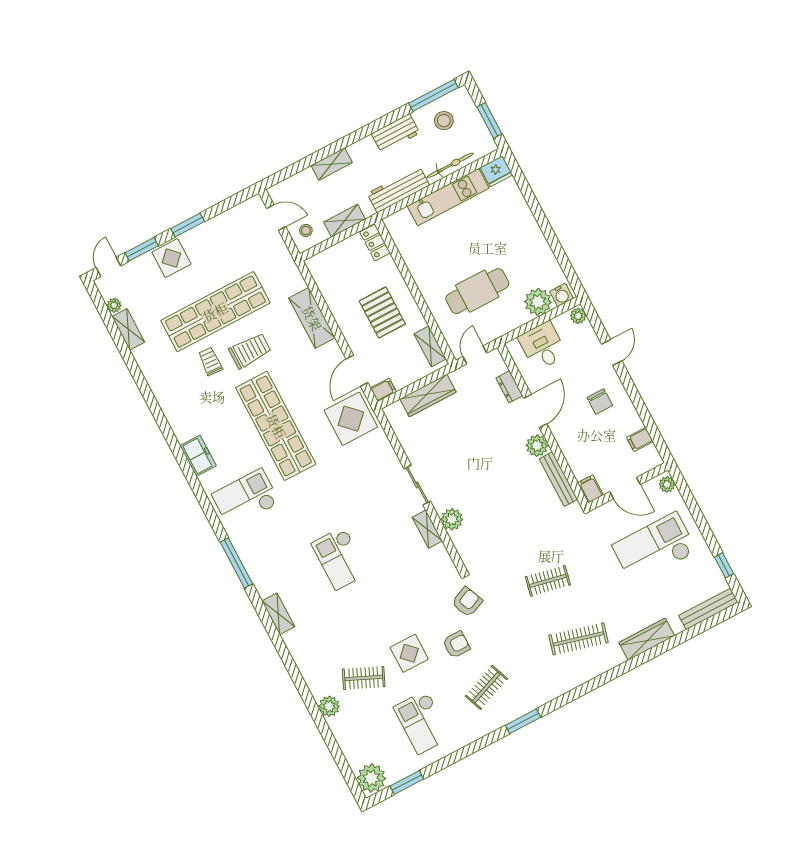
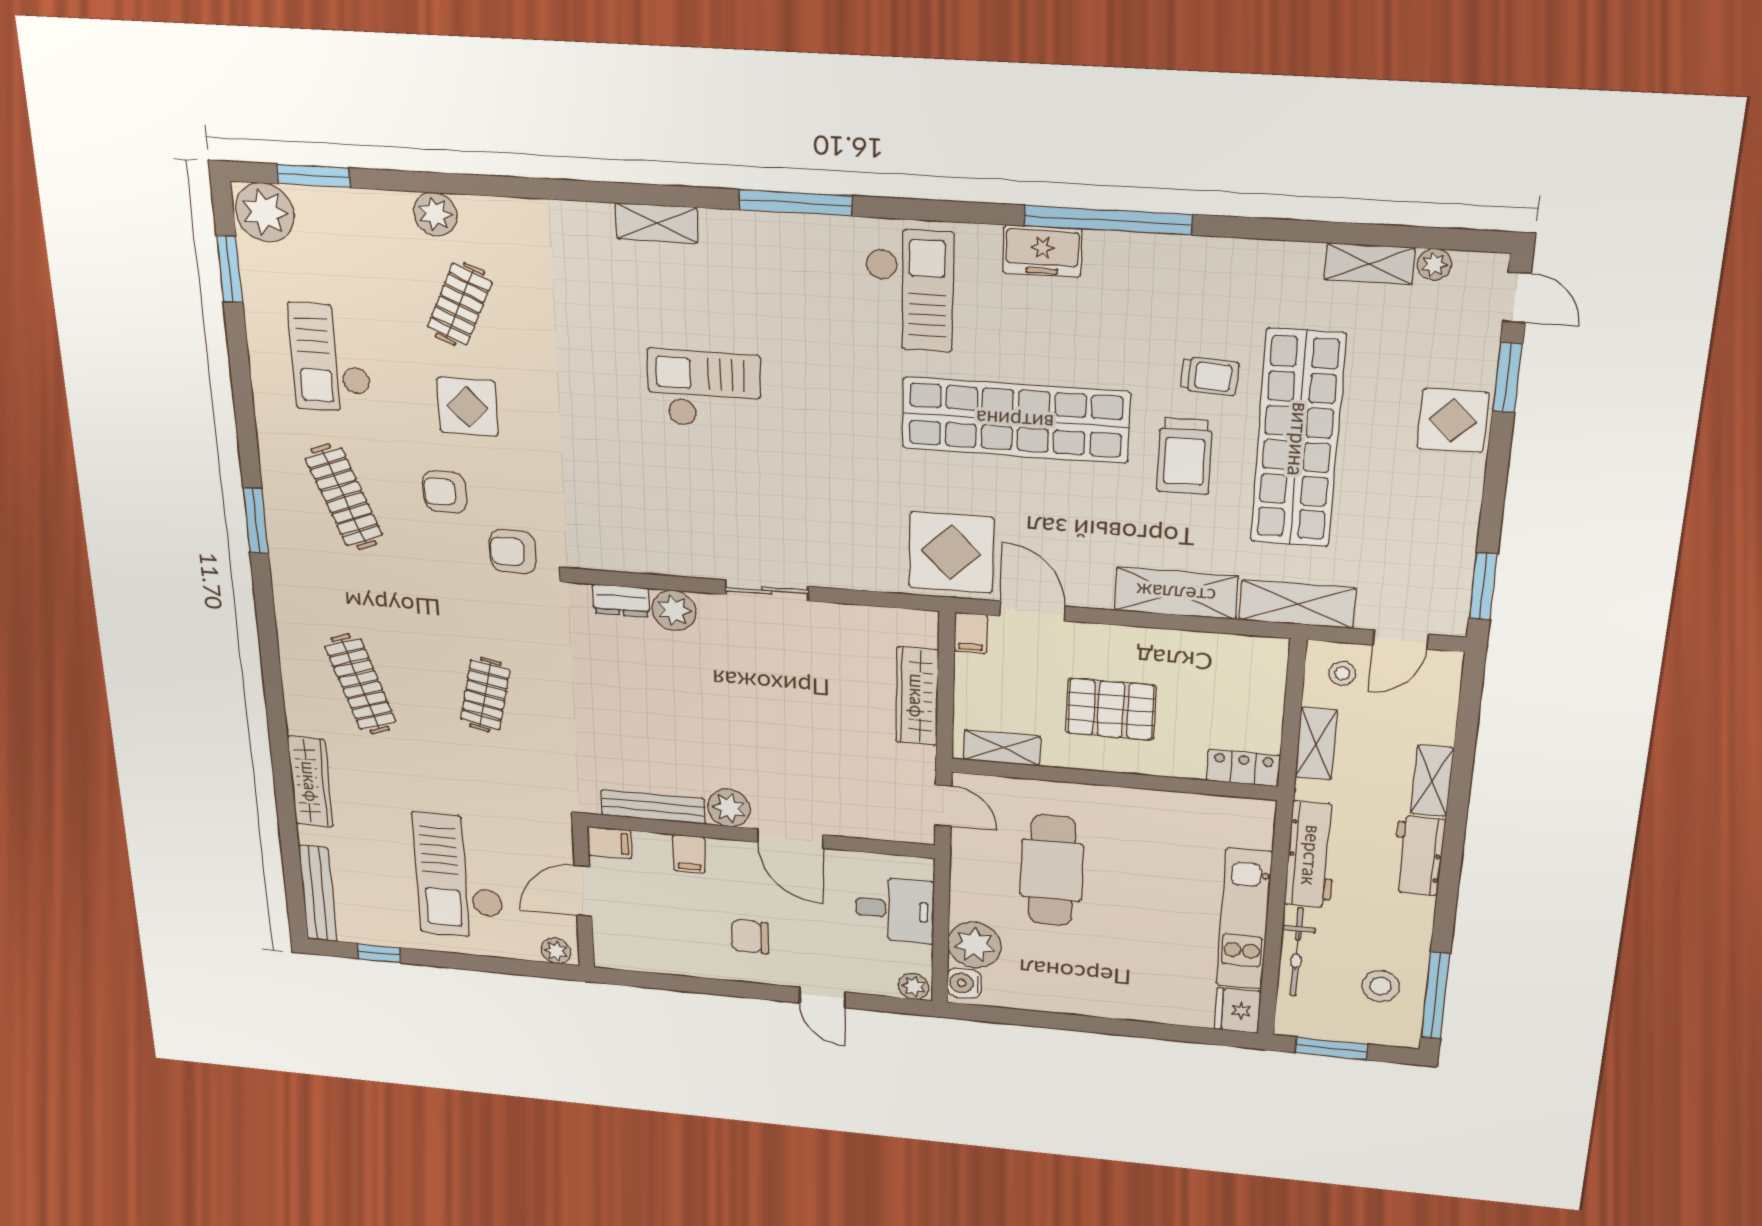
workbench: (396, 133) -> (1418, 856), moved
window: (188, 225) -> (1483, 586), moved
dresser: (509, 387) -> (621, 601), moved, turned 180
window: (171, 438) -> (1108, 220), added
filing cabinet: (640, 439) -> (689, 854), moved, turned 180
shelving: (427, 529) -> (1297, 604), moved, width x1.50, depth x1.33
checkout: (655, 548) -> (458, 876), turned 180
armchair: (467, 602) -> (513, 552), turned 113
clothes rail: (578, 639) -> (360, 684), turned -33
armchair: (456, 645) -> (445, 492), turned 90
clothes rail: (486, 687) -> (344, 497), width x1.36
checkout: (422, 722) -> (330, 358), turned -90
window: (343, 764) -> (313, 176), added

